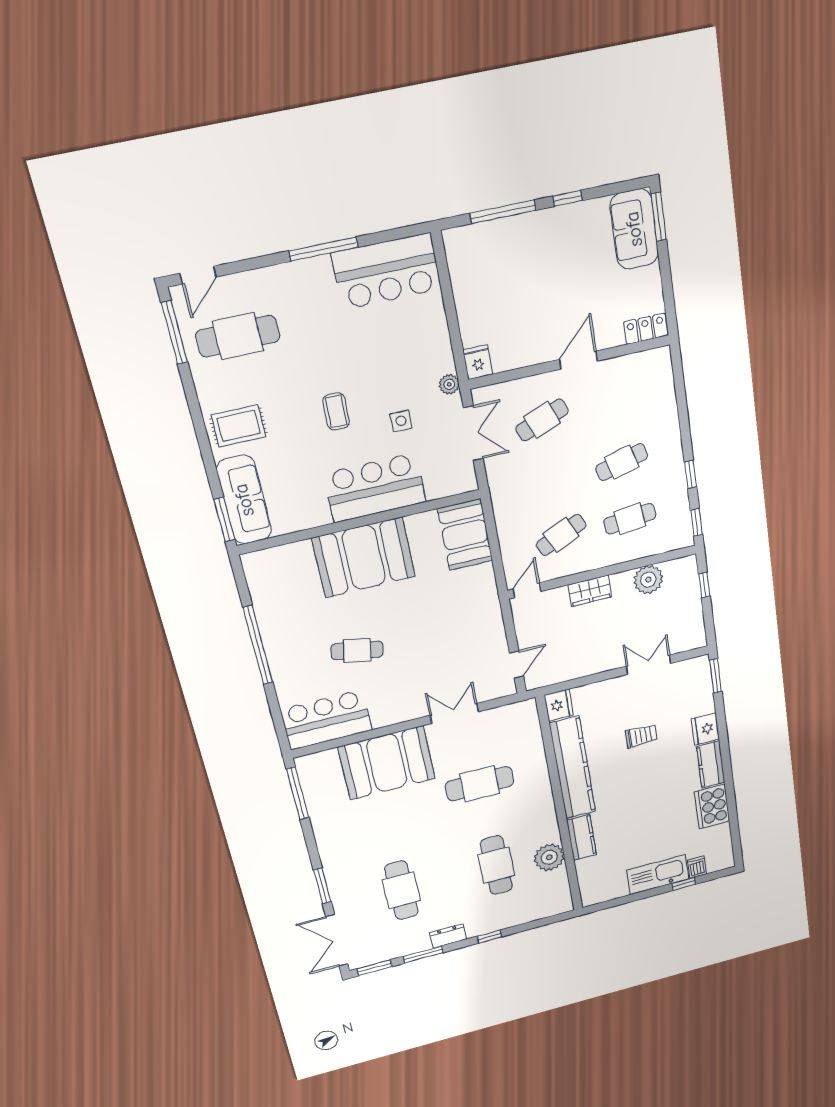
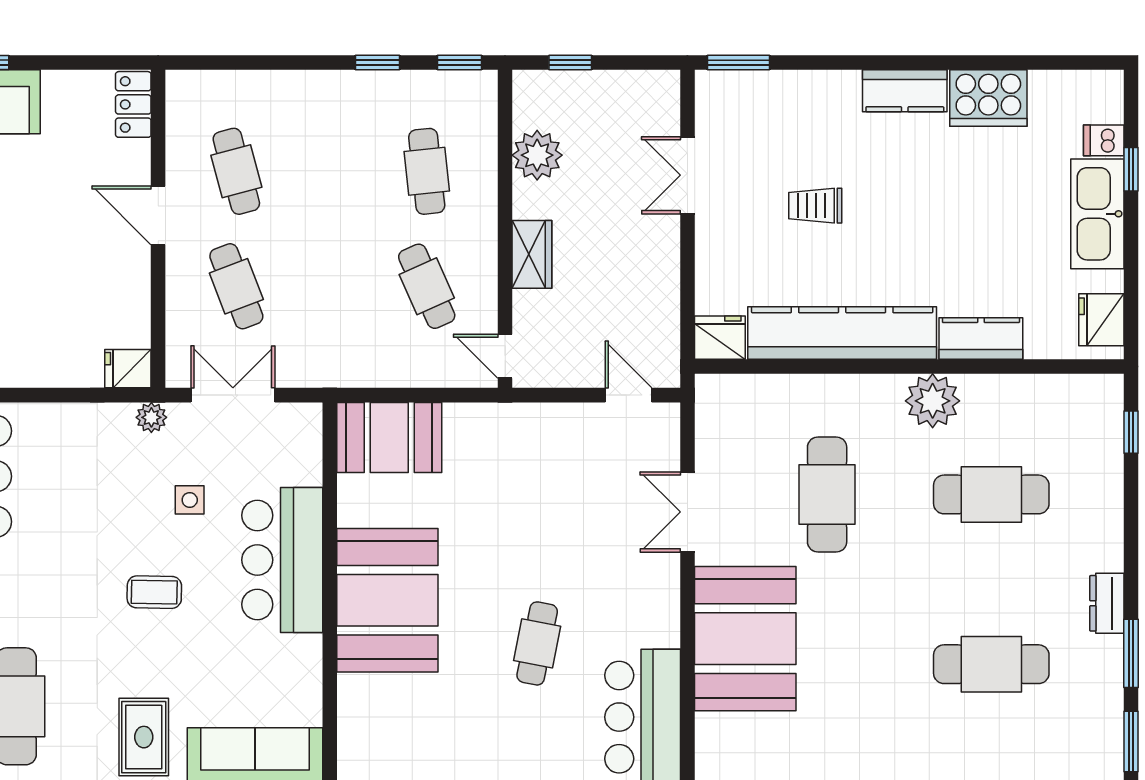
cafe table: (622, 462) -> (236, 171), moved
fridge: (705, 729) -> (1101, 320), moved, turned 90
trolley: (641, 736) -> (815, 206), turned -90
plant: (549, 857) -> (933, 401), moved
window: (490, 937) -> (1131, 432), moved

